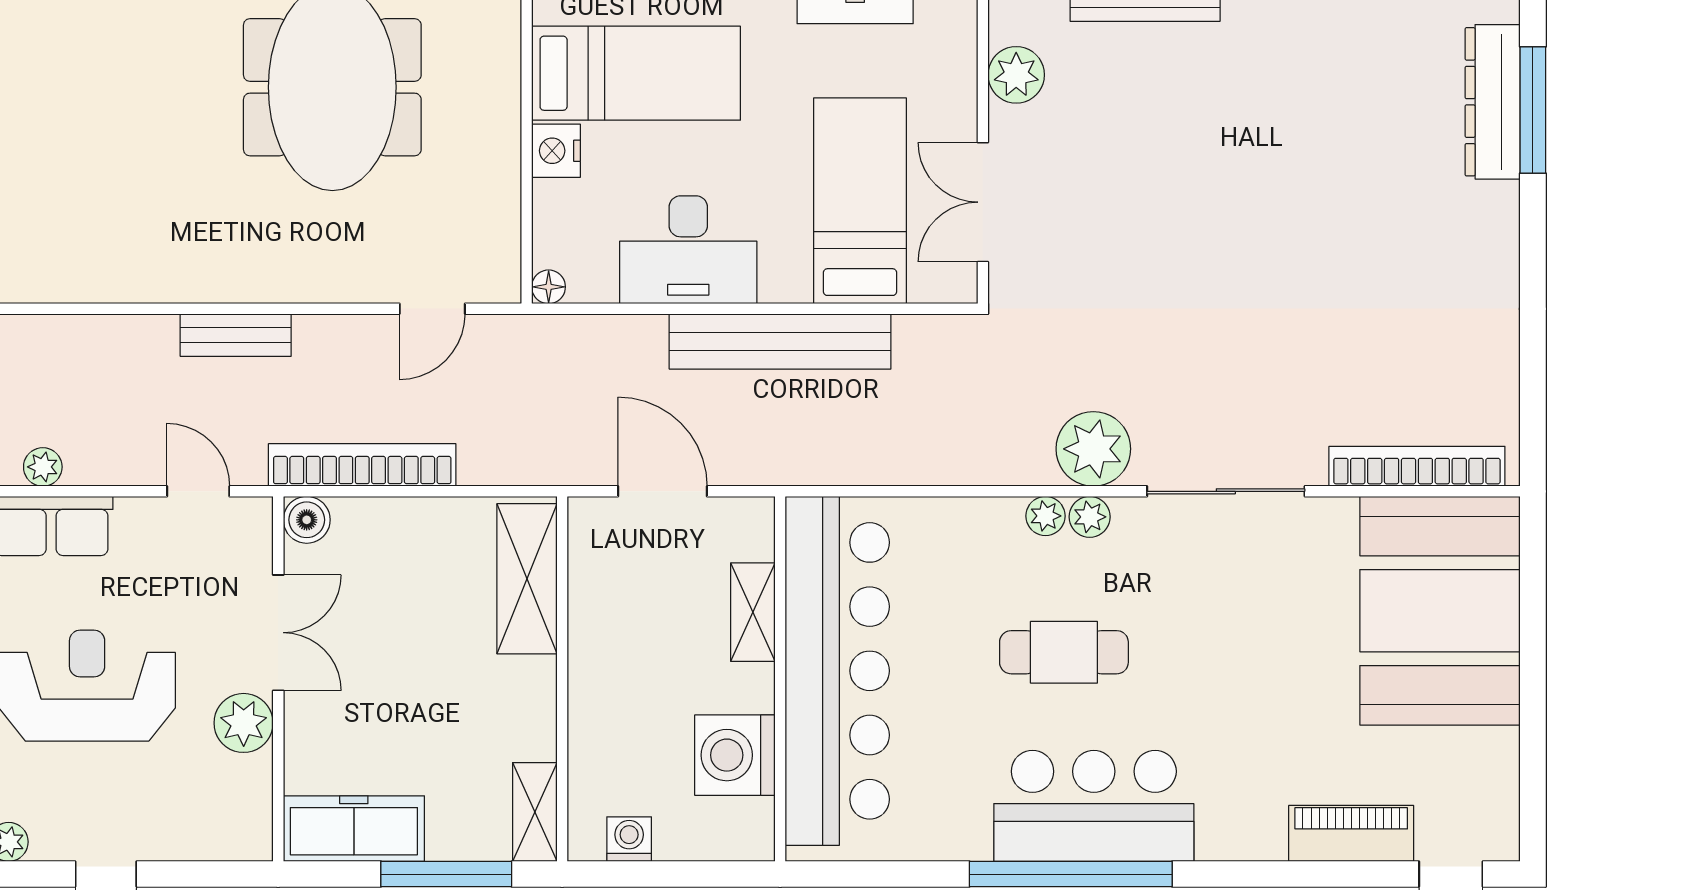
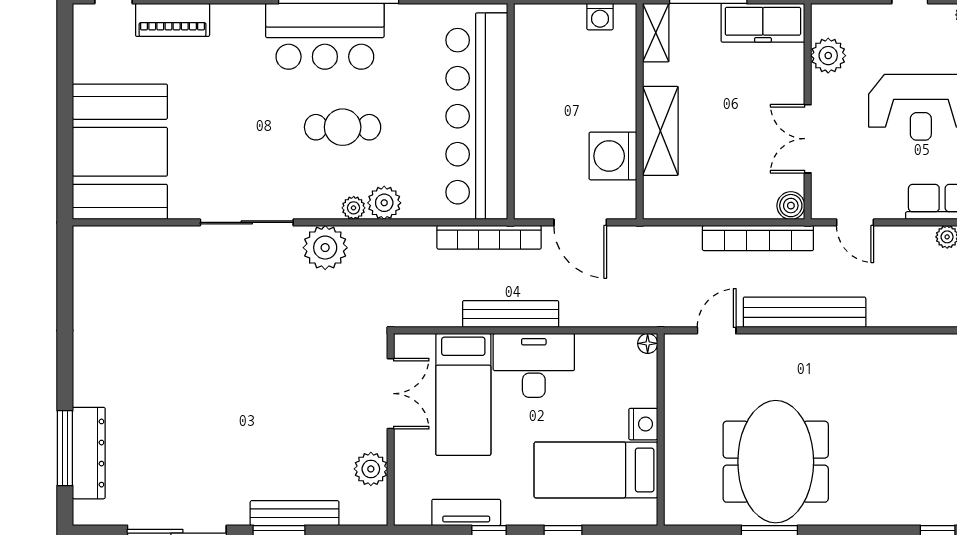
desk: (688, 250) -> (534, 365), moved
bench: (236, 335) -> (805, 312), width x1.86, depth x1.21
bench: (780, 341) -> (511, 314), width x0.73, depth x0.82
bookcase: (1417, 466) -> (489, 237), moved
plant: (1090, 517) -> (384, 203), moved, width x1.38, depth x1.38
shelving: (527, 579) -> (660, 131), moved
shelving: (753, 612) -> (527, 151), removed
plant: (244, 723) -> (828, 56), moved
washing machine: (735, 755) -> (613, 156), moved, turned 180

